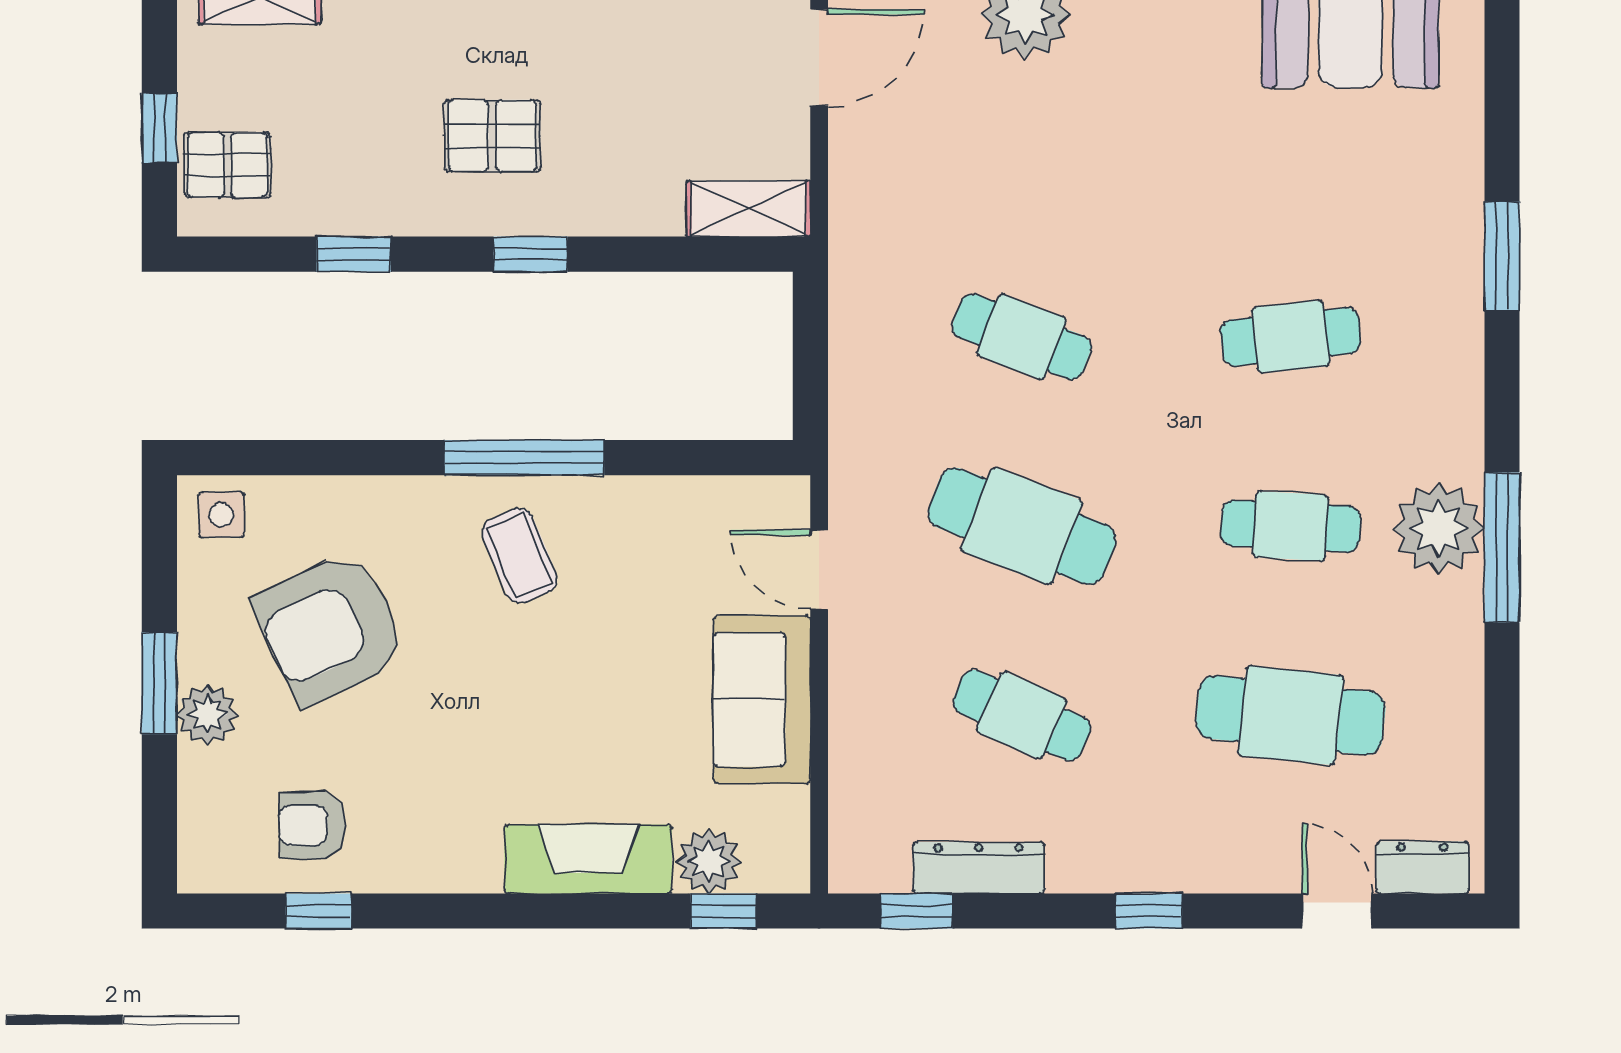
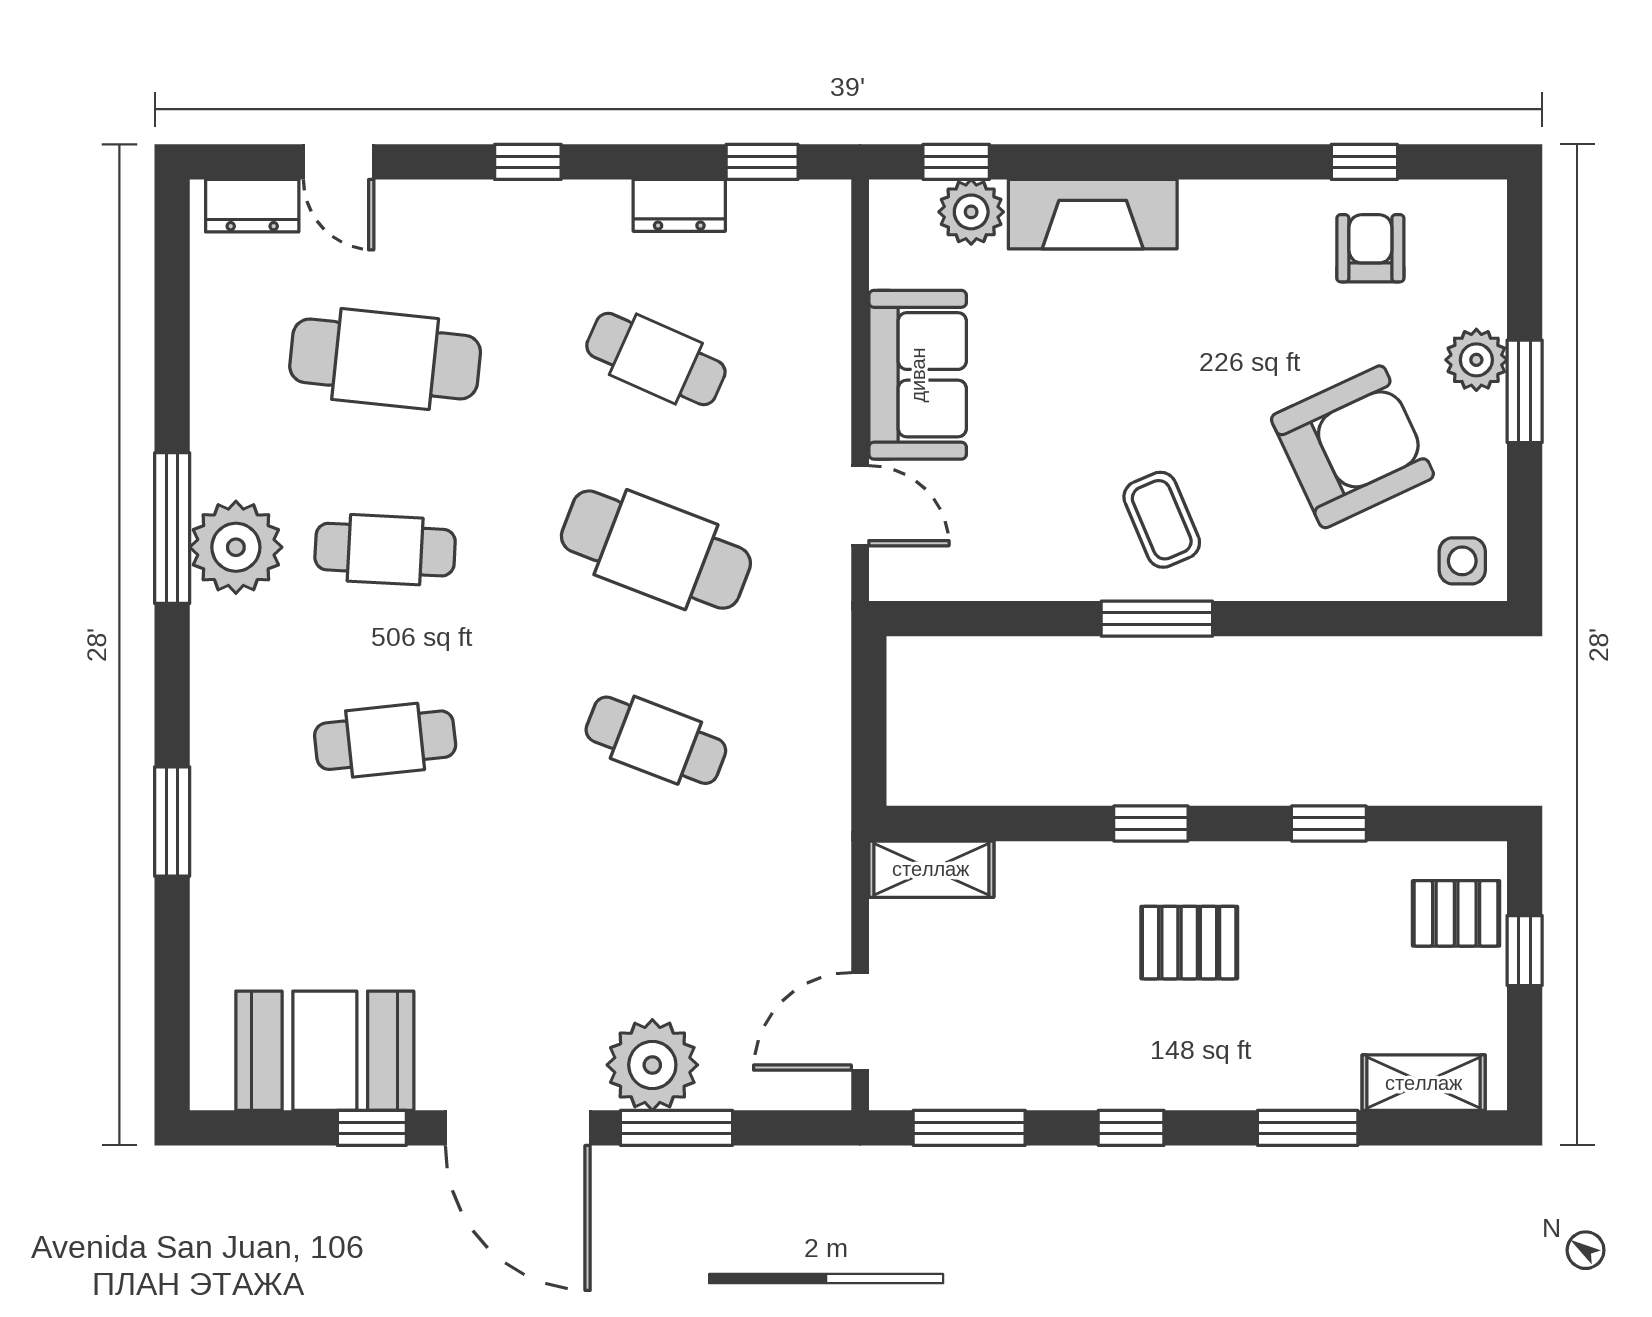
window: (524, 458) -> (1157, 619), width x0.69
armchair: (312, 825) -> (1370, 248), turned -90
dresser: (979, 868) -> (679, 205), width x0.70

